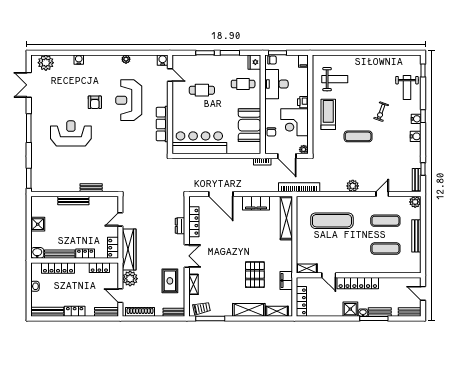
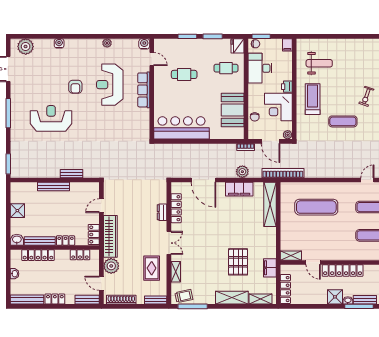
row of seats: (162, 124) -> (144, 90), moved
plant: (353, 186) -> (242, 172), moved

